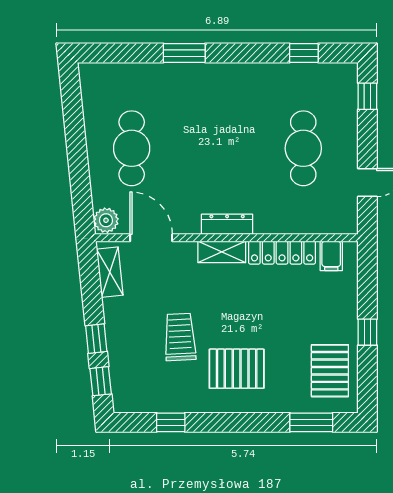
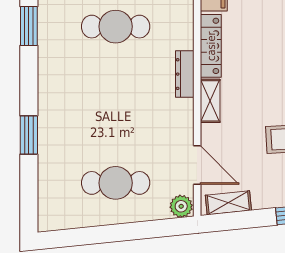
window: (304, 53) -> (29, 26), width x1.50
dresser: (227, 224) -> (185, 74), moved
door: (151, 238) -> (197, 165), swing flipped

